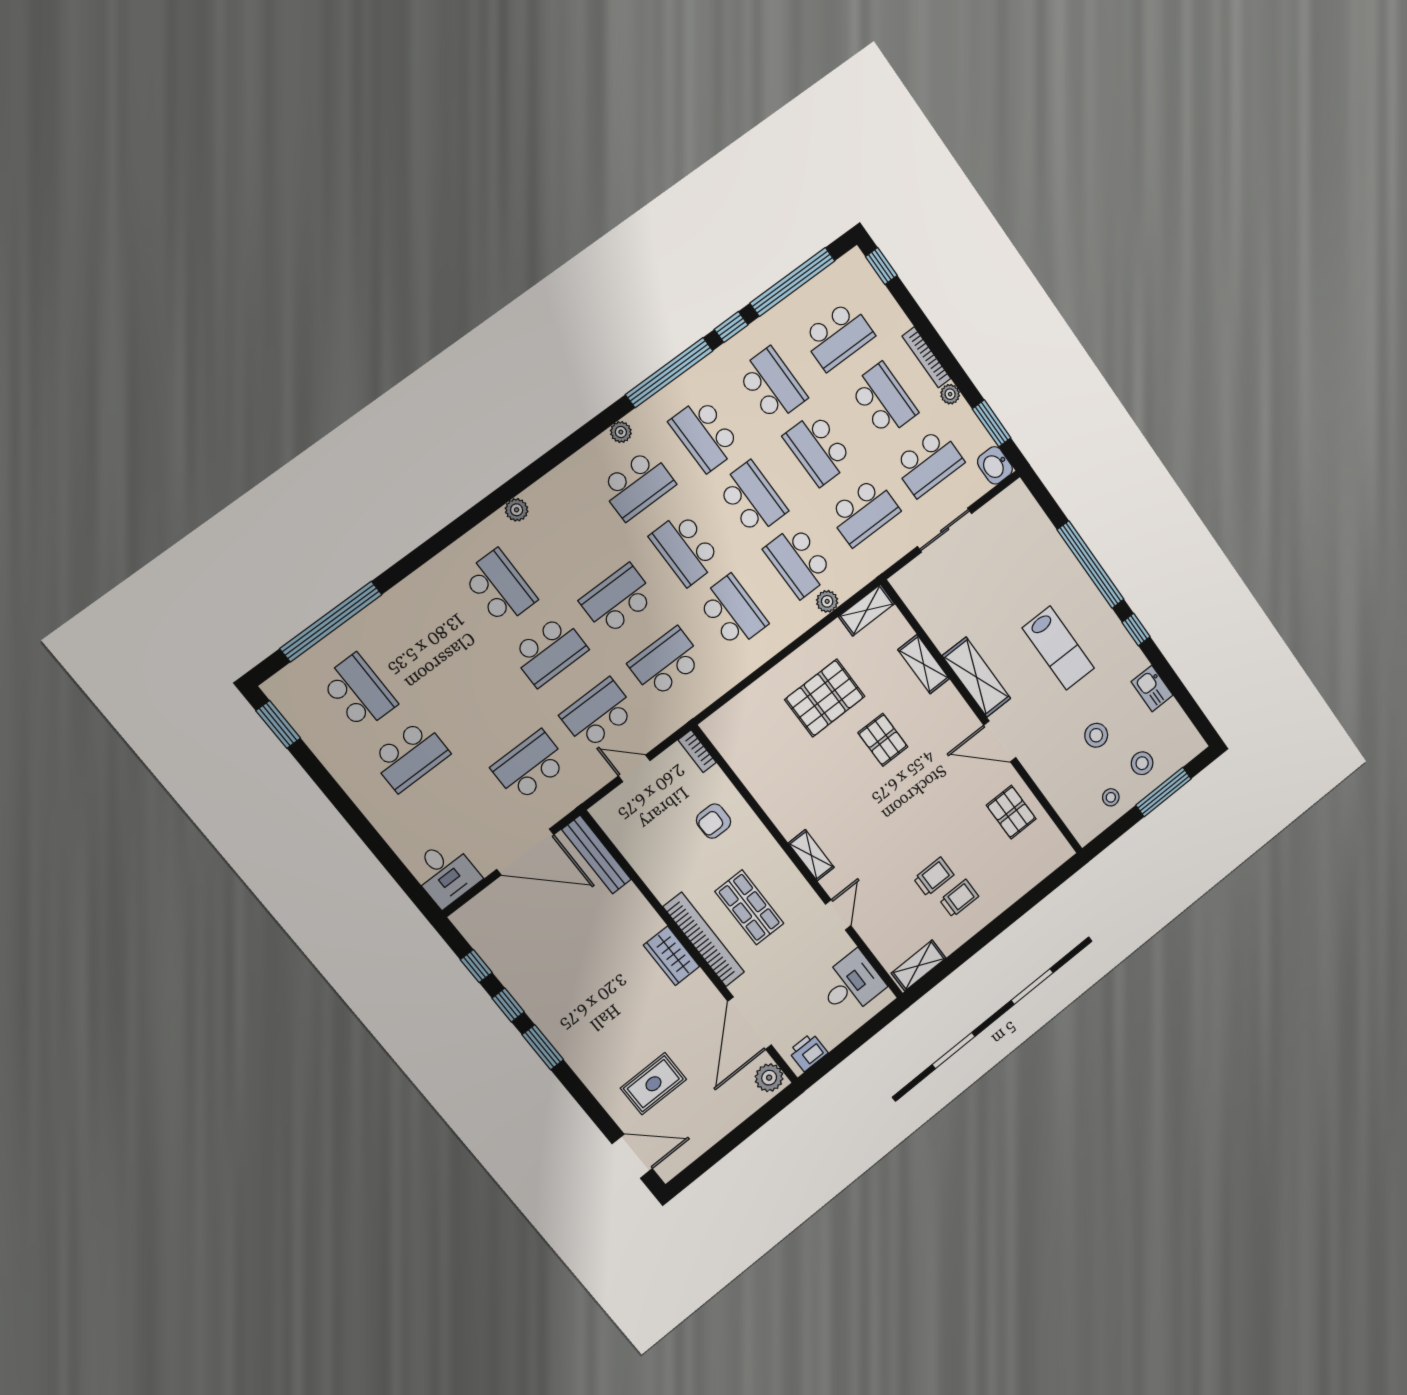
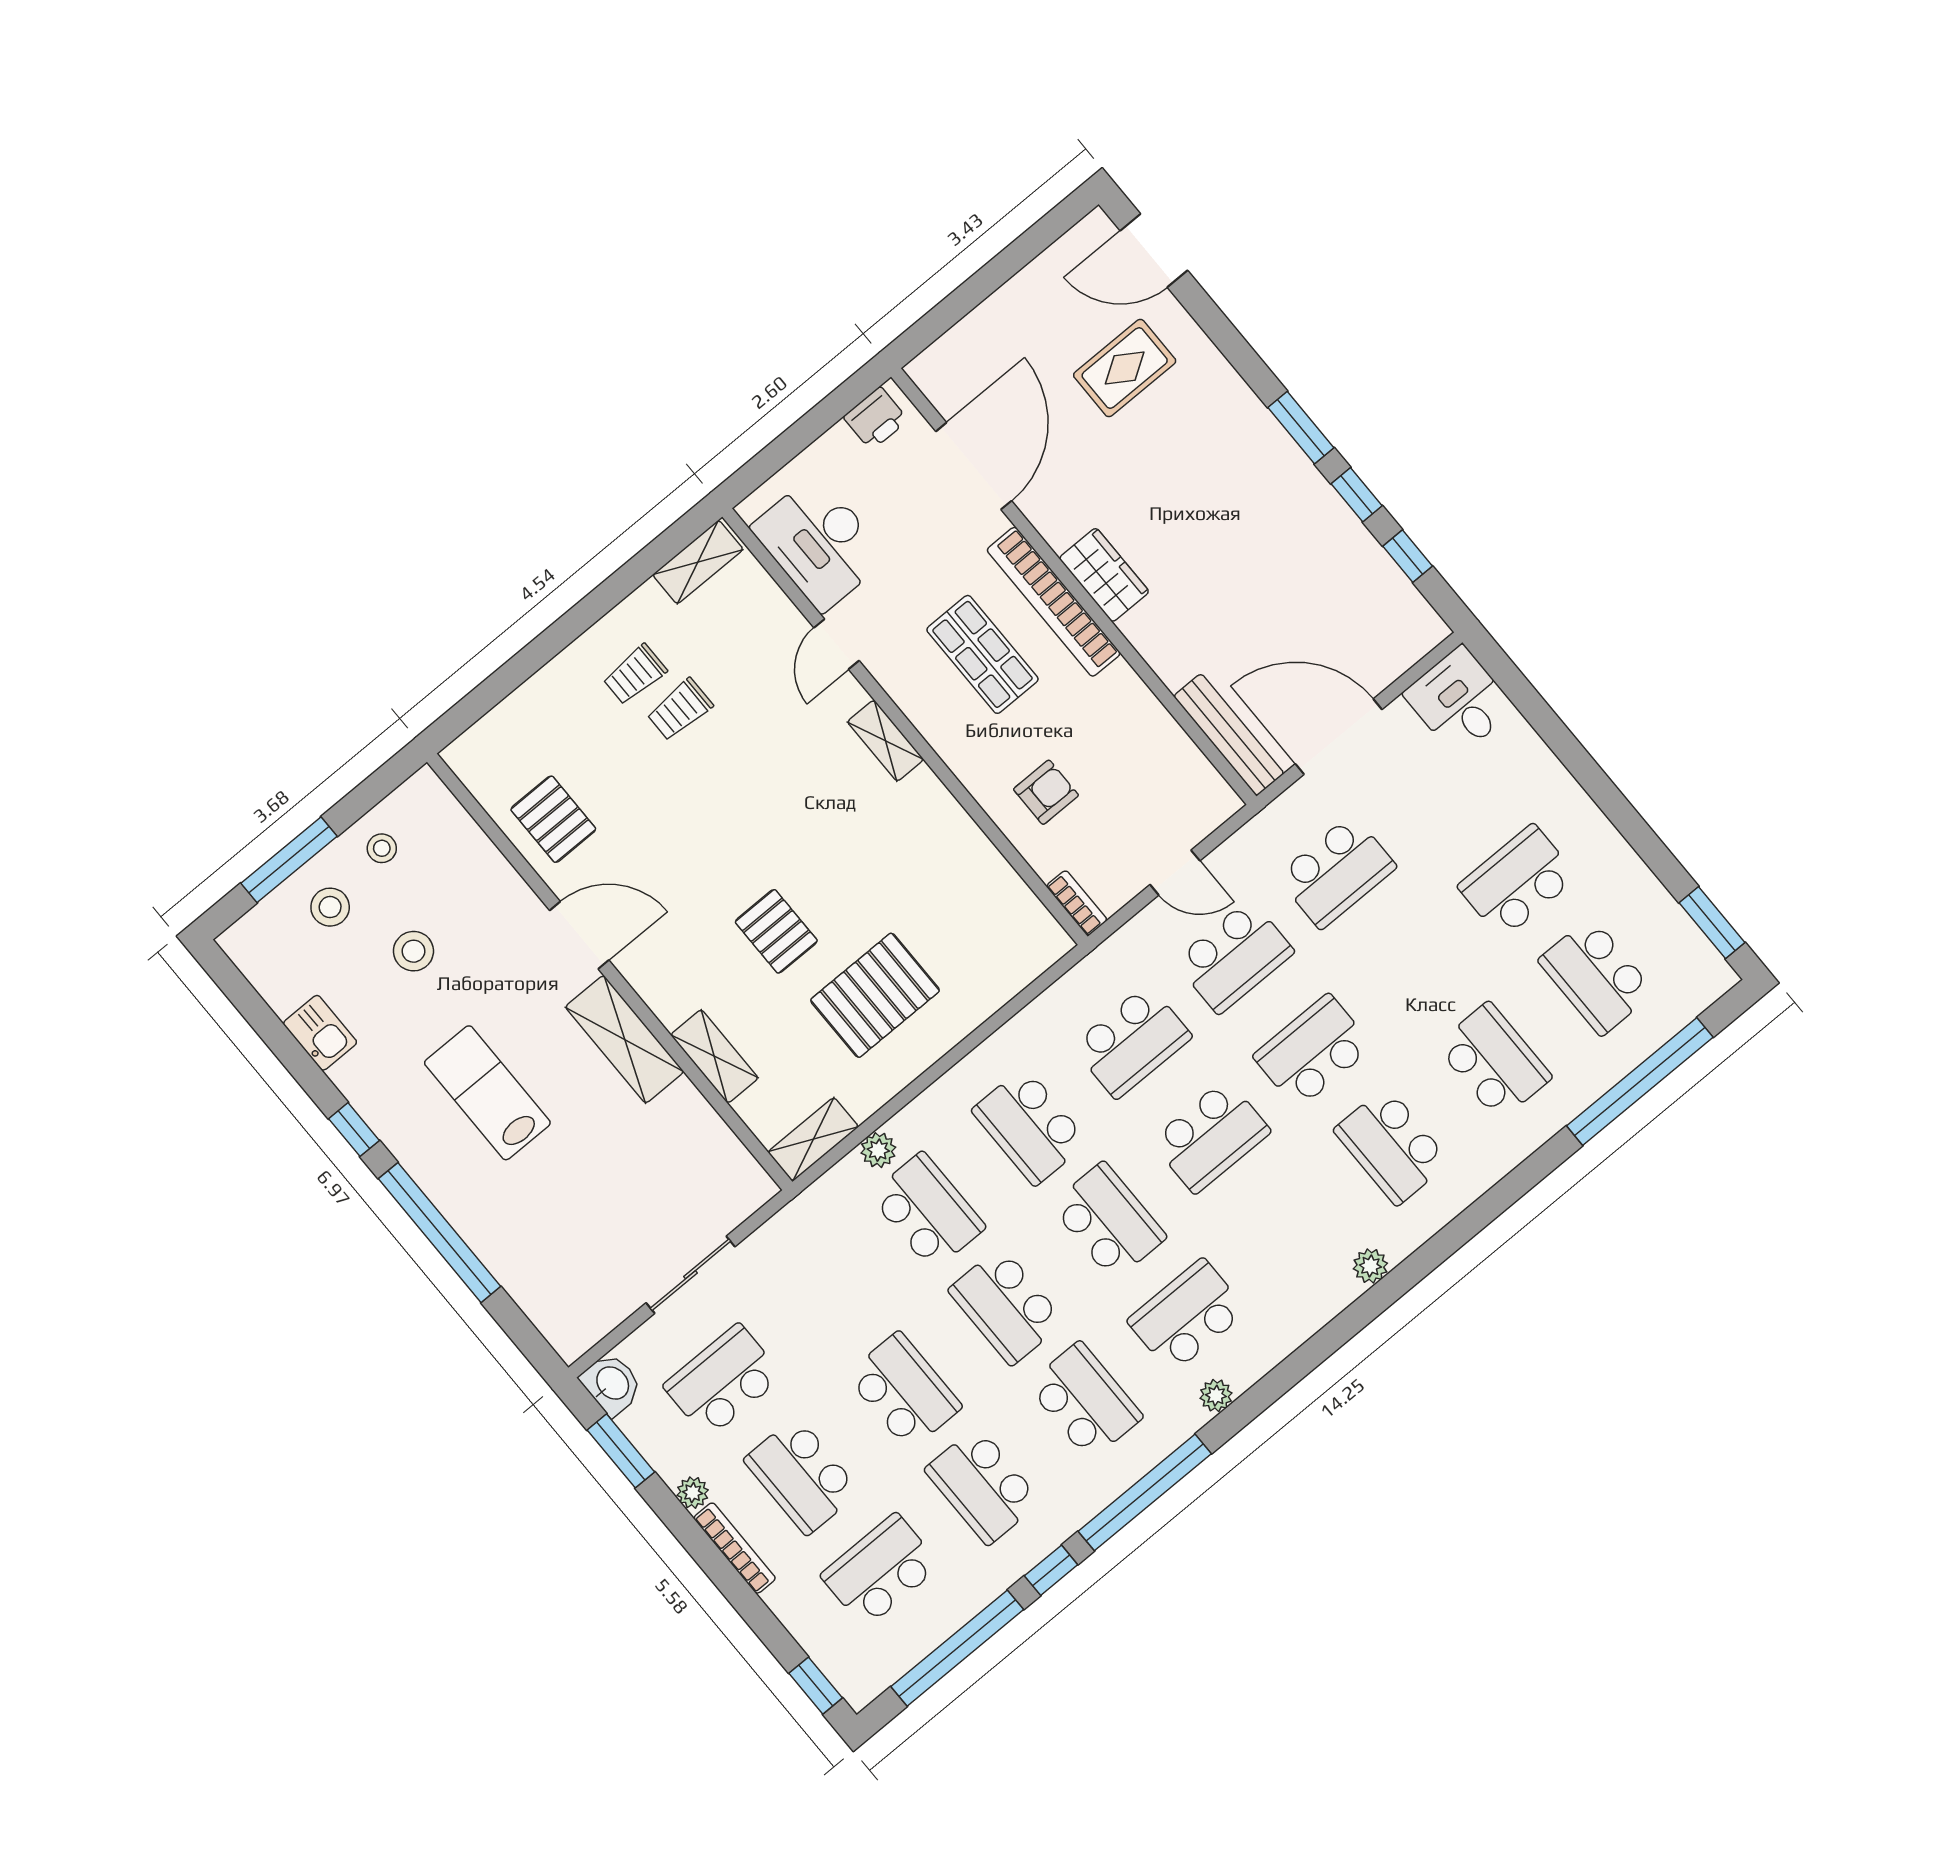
school desk: (864, 512) -> (1494, 1061), moved, turned 90
desk: (851, 984) -> (819, 543), width x1.37
plant: (769, 1078) -> (938, 377), removed

